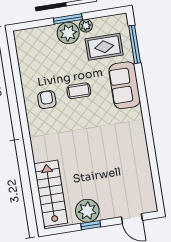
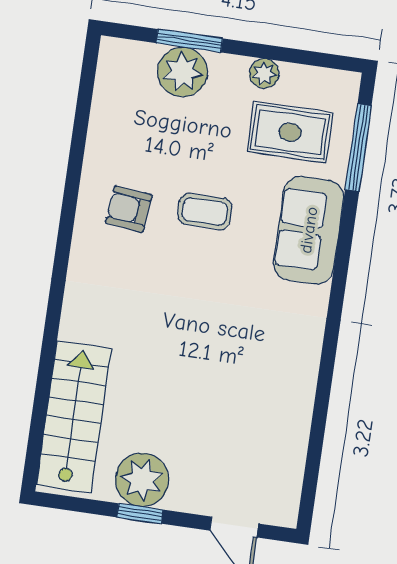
window: (68, 19) -> (189, 41), moved
plant: (68, 33) -> (182, 72), moved
armchair: (47, 100) -> (129, 209), turned -84

